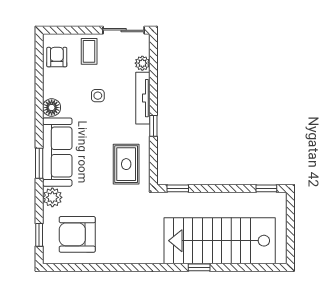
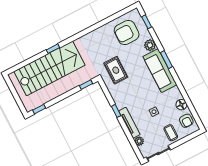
floor lamp: (52, 108) -> (181, 105), moved
rug: (126, 164) -> (116, 70), moved
armchair: (77, 234) -> (127, 32), turned 180

